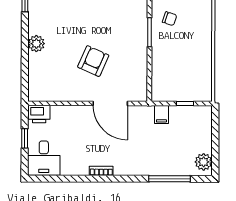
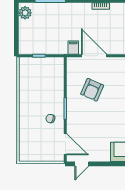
armchair: (93, 61) -> (92, 90), moved
filing cabinet: (161, 115) -> (73, 48), moved

